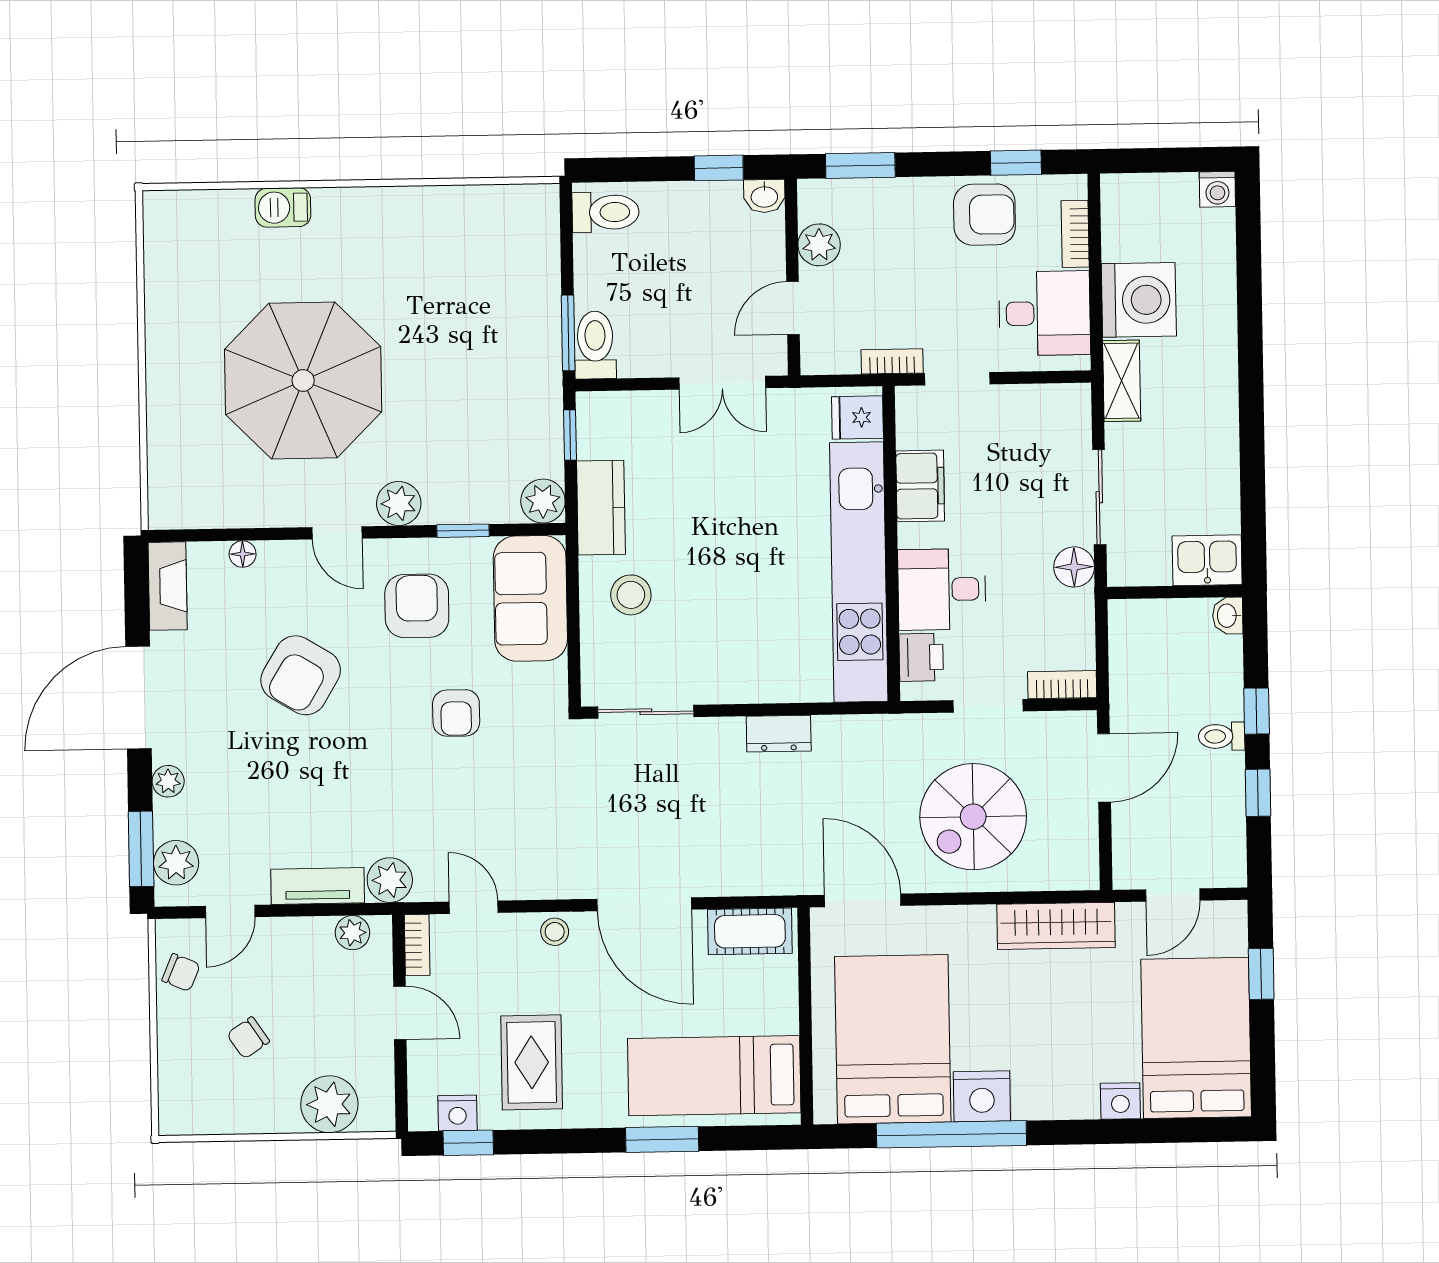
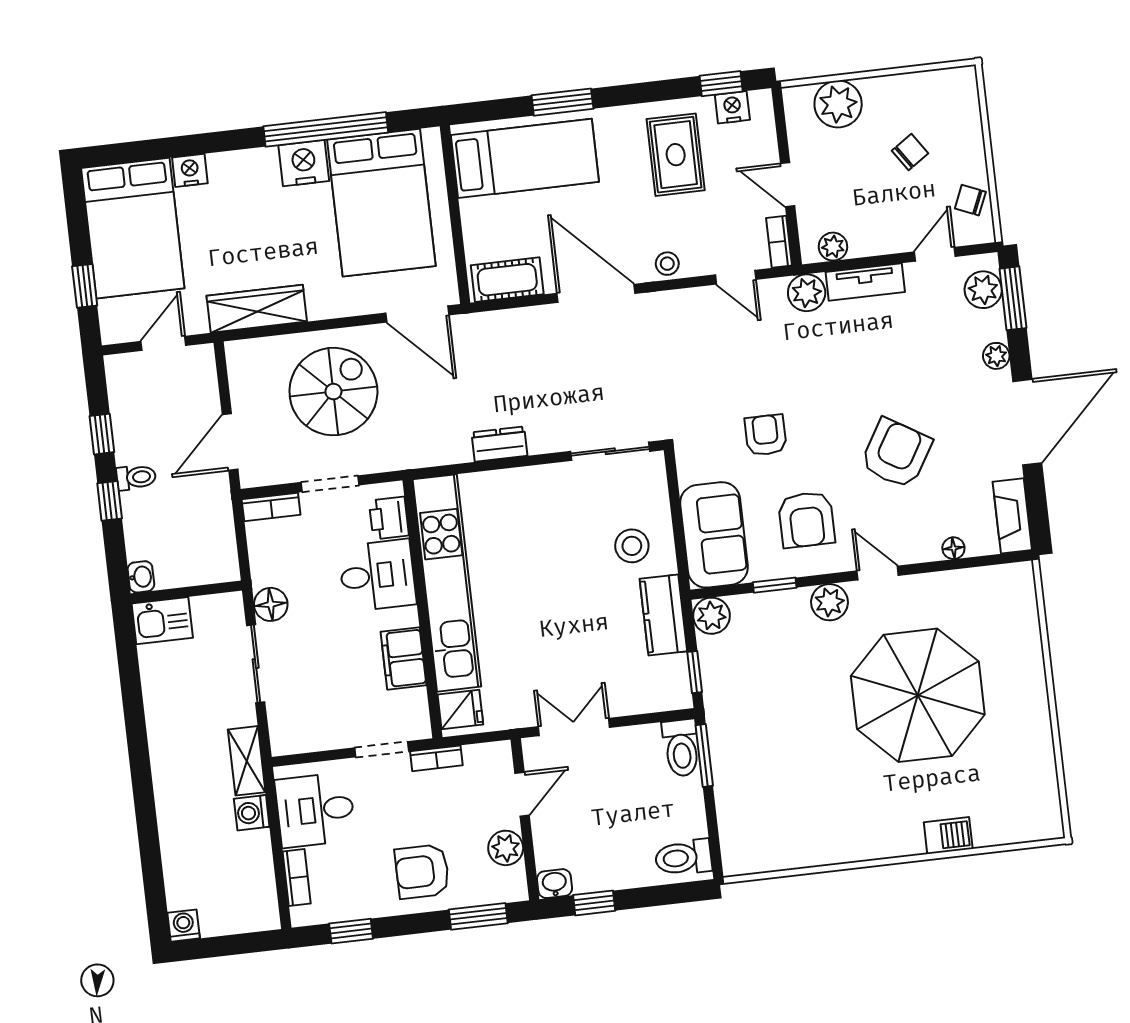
armchair: (984, 215) -> (422, 871), moved
washing machine: (1139, 300) -> (252, 813), width x0.53, depth x0.53

